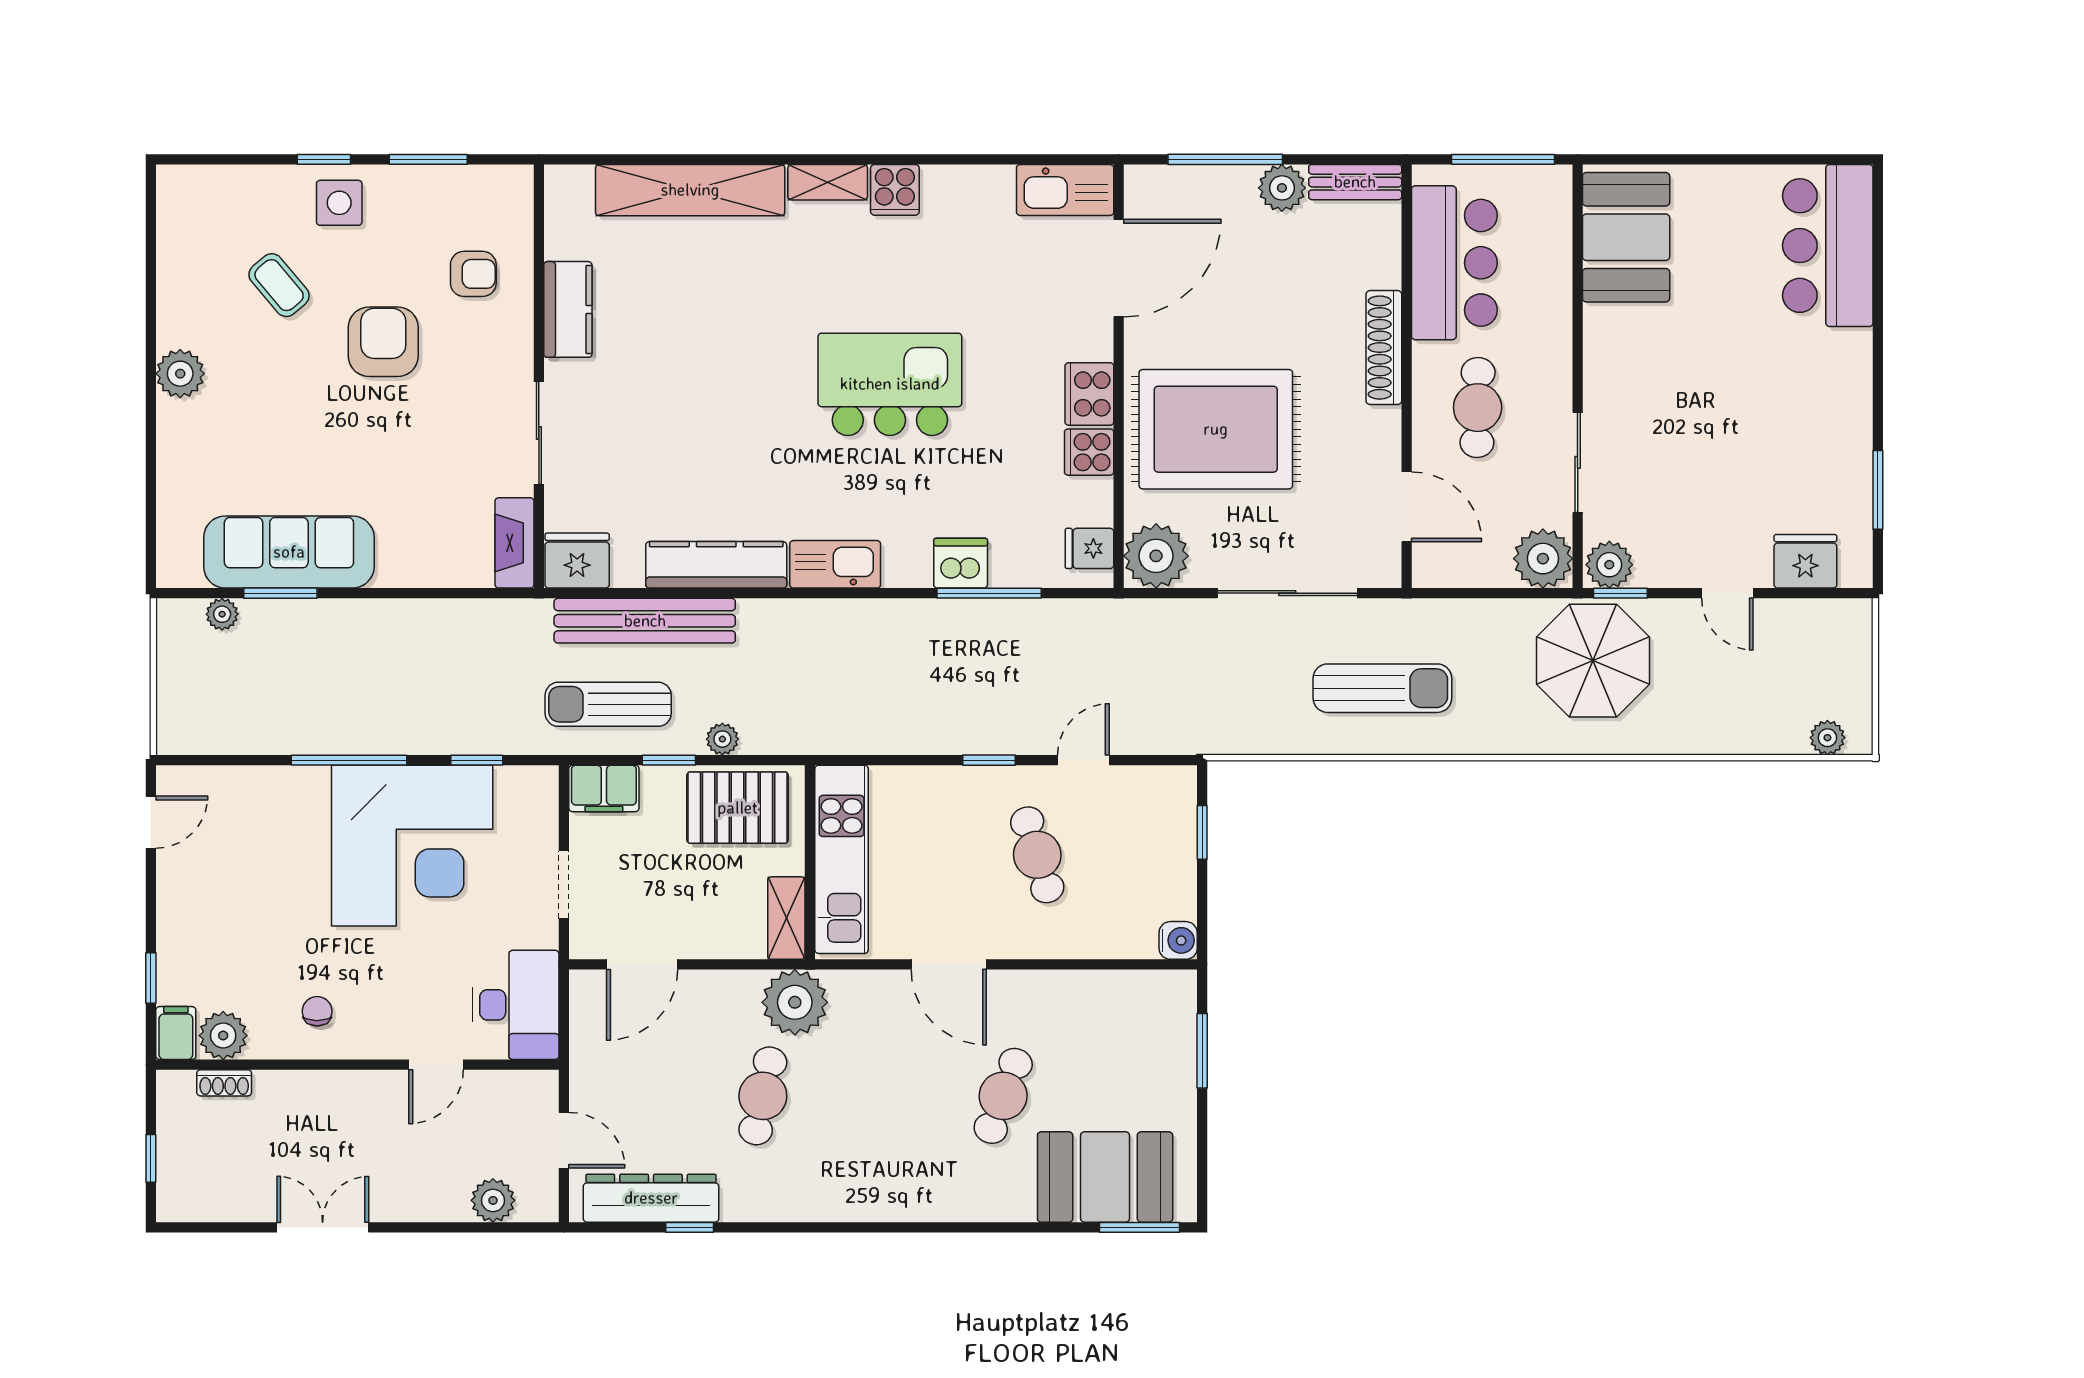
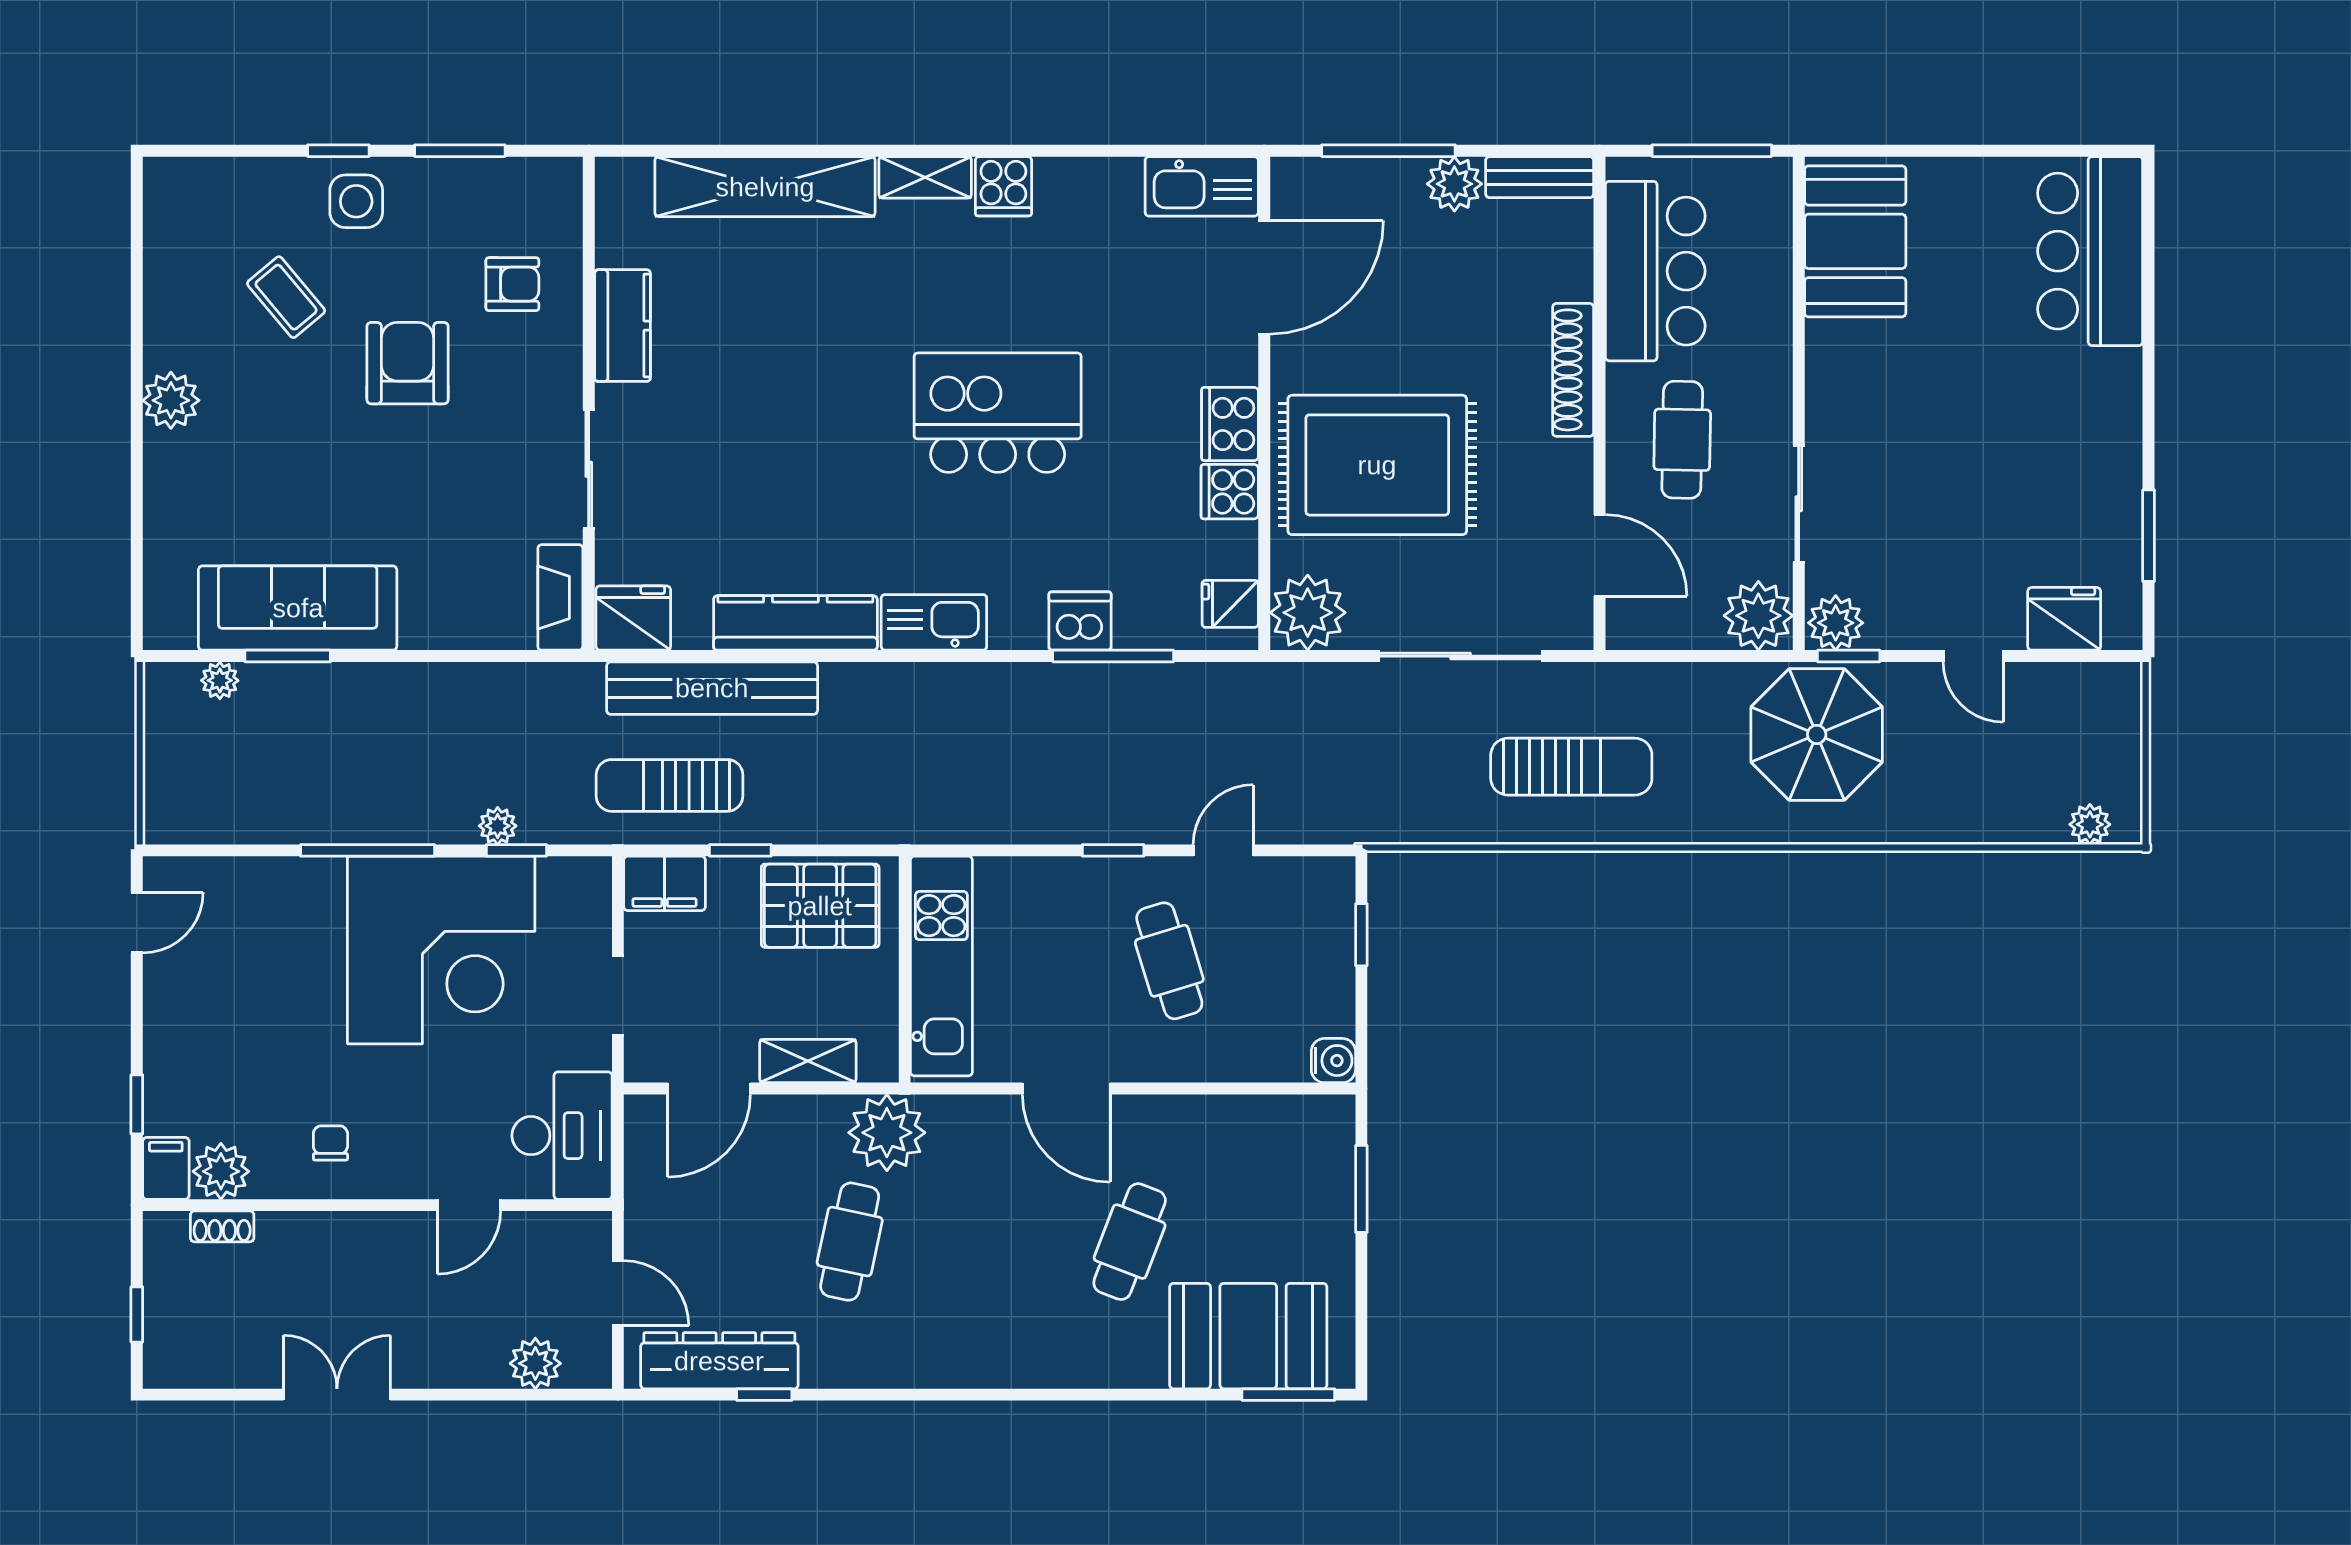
plant: (722, 739) -> (498, 826), moved
shelving: (786, 918) -> (808, 1061), moved, turned 90

